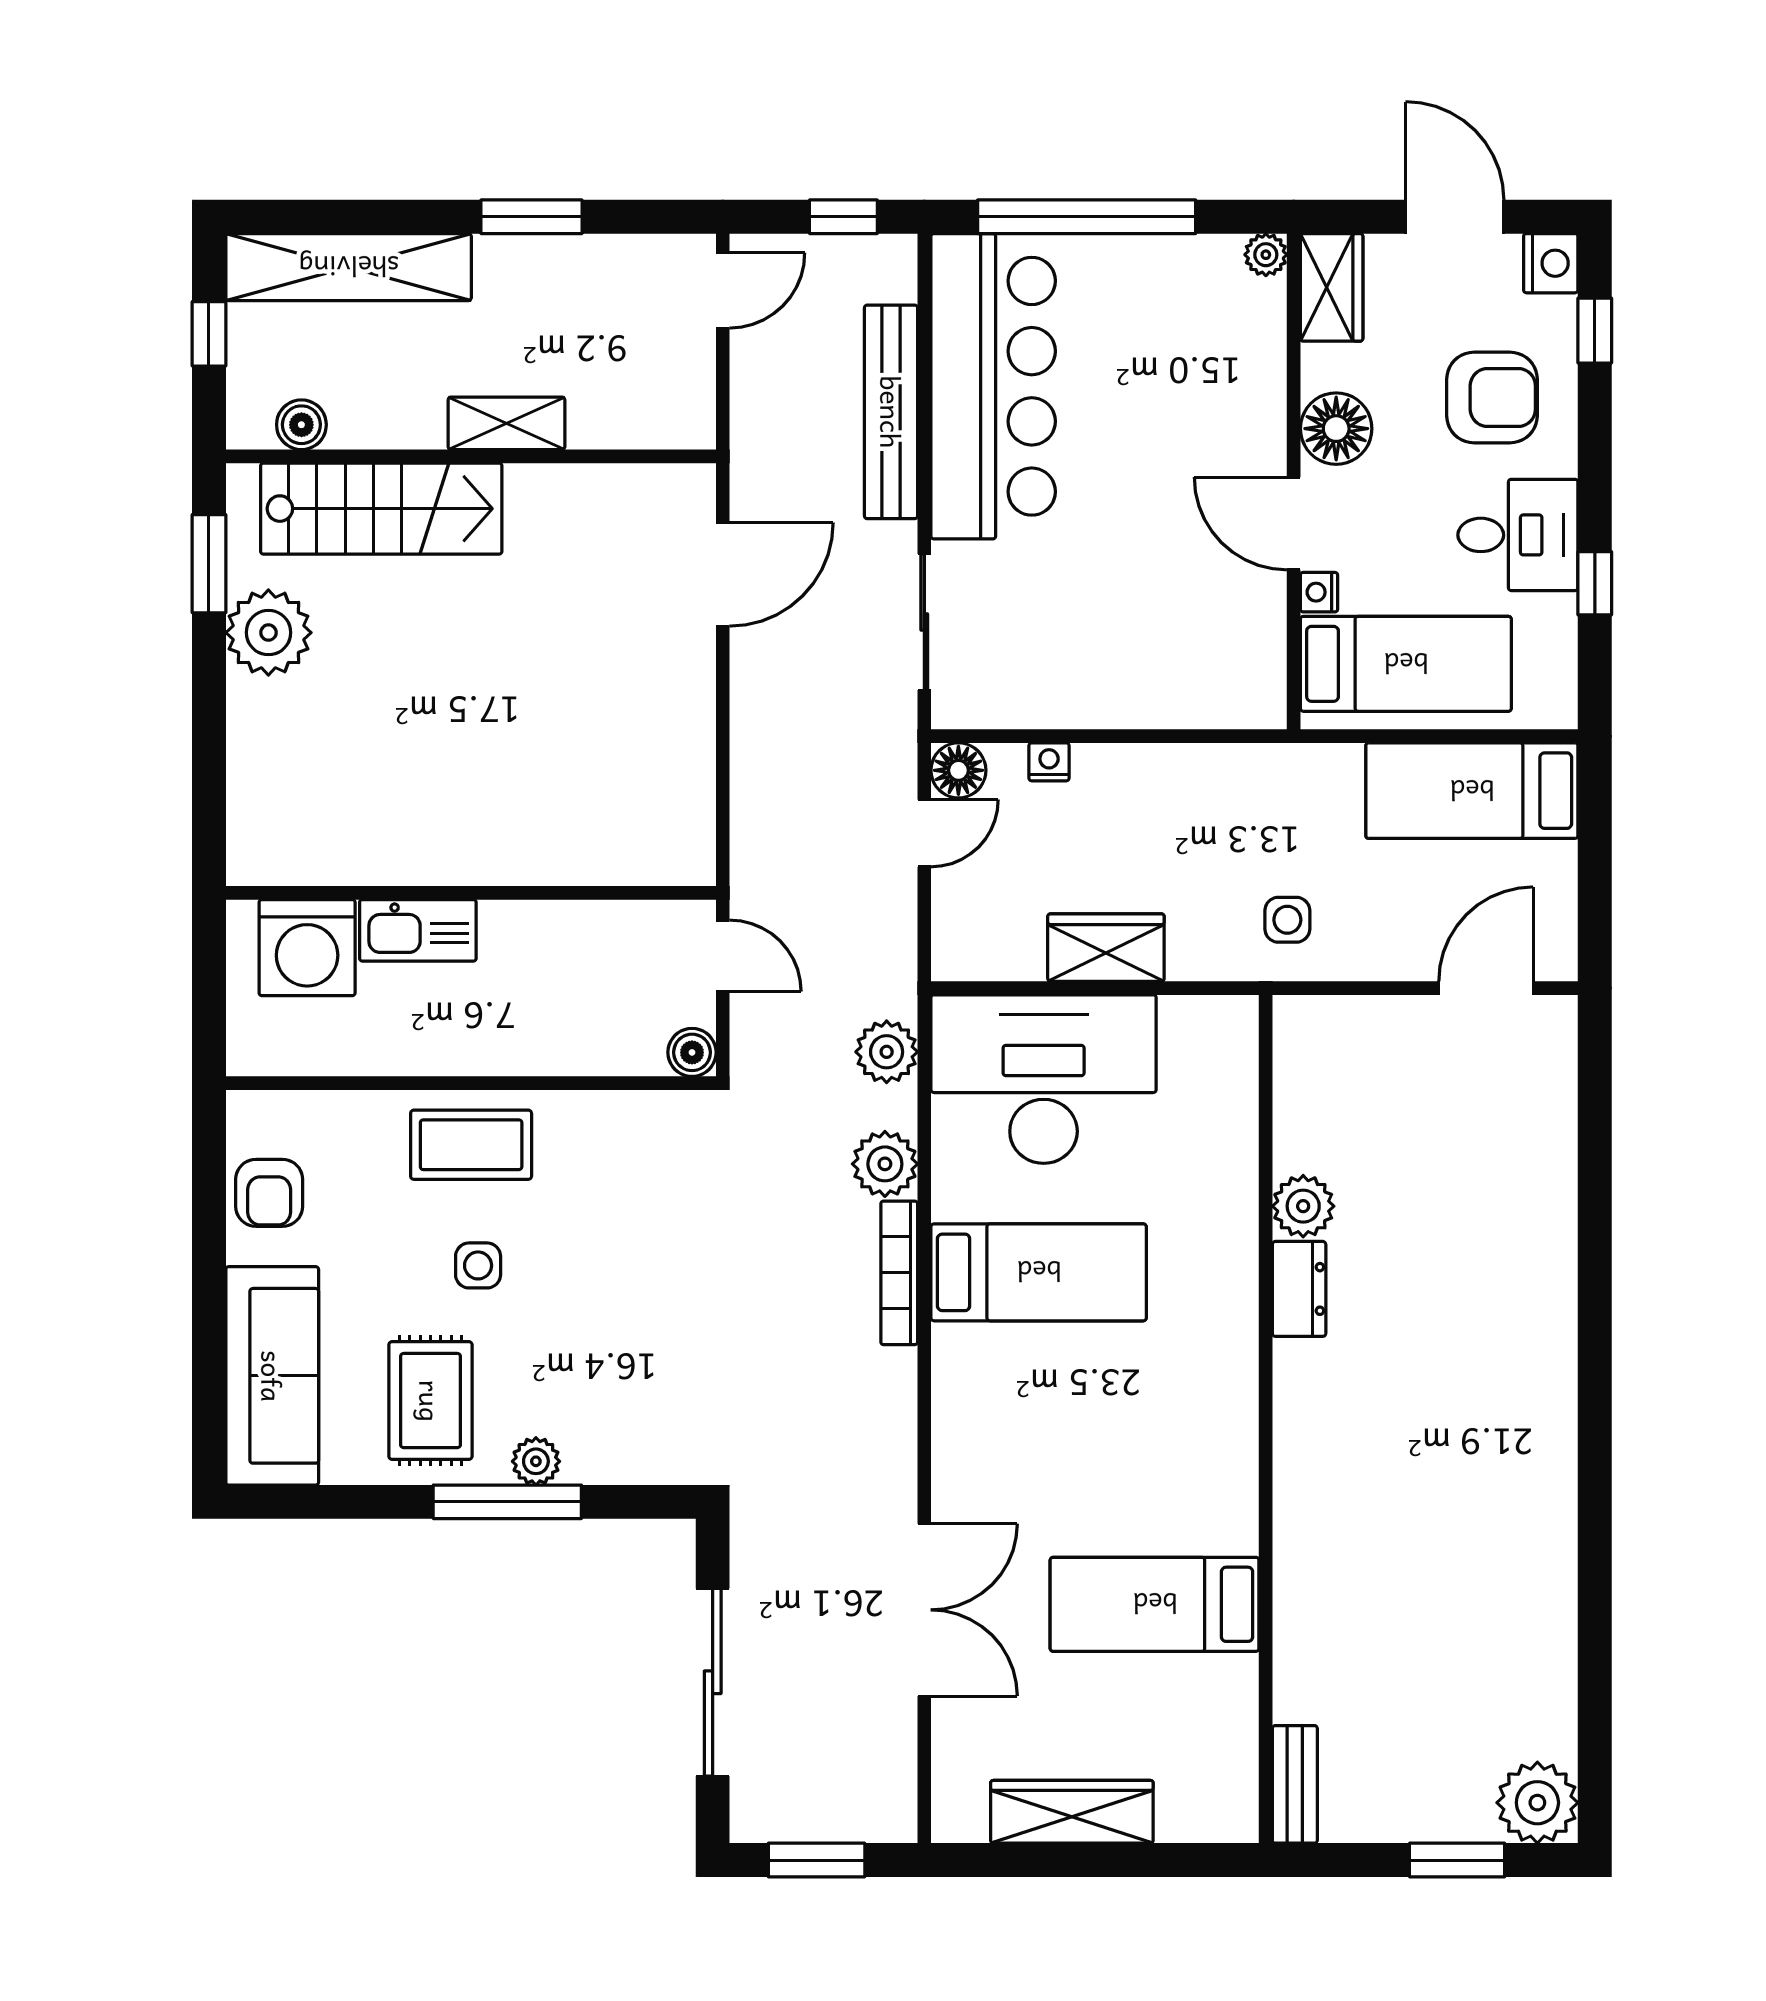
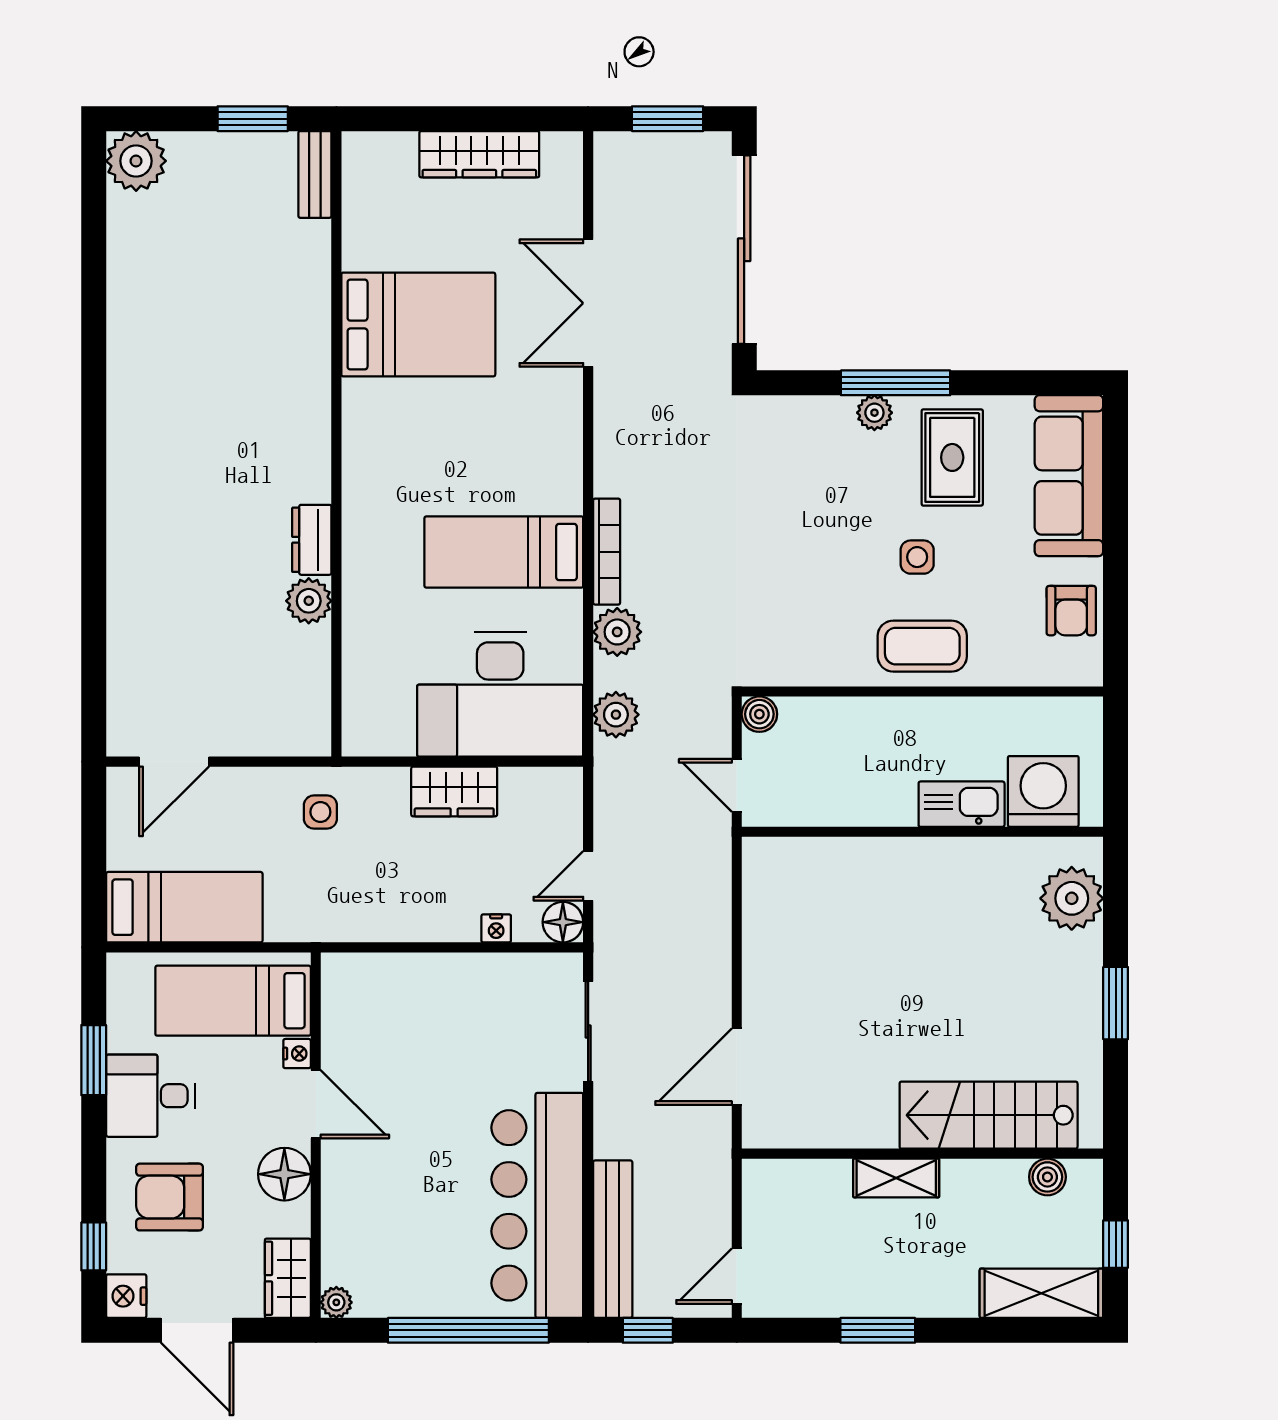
shelving: (349, 267) -> (1041, 1293), width x0.68
bench: (891, 412) -> (613, 1239), moved
window: (209, 564) -> (1116, 1003), moved
window: (1595, 583) -> (94, 1060), width x1.50
plant: (268, 633) -> (1072, 898), moved
armchair: (269, 1193) -> (1071, 611), turned 180
bed: (1155, 1604) -> (418, 325), width x1.50
sliding door: (713, 1682) -> (744, 250), width x1.36
window: (1457, 1860) -> (253, 119), moved

